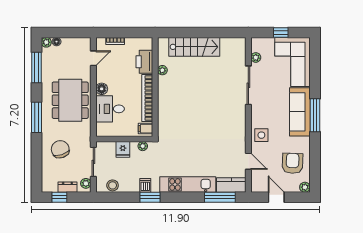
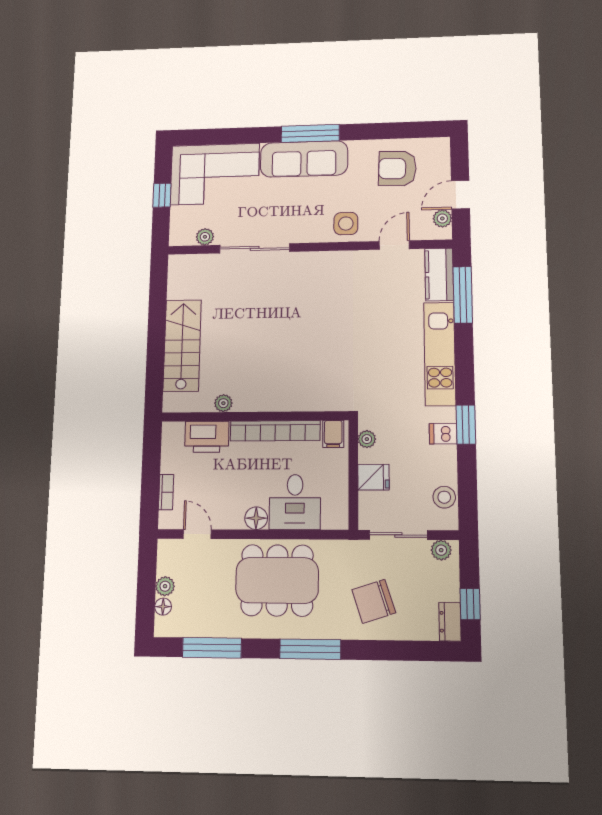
plant: (46, 42) -> (165, 586), moved
dresser: (67, 187) -> (450, 622), moved
plant: (305, 187) -> (442, 218), moved

